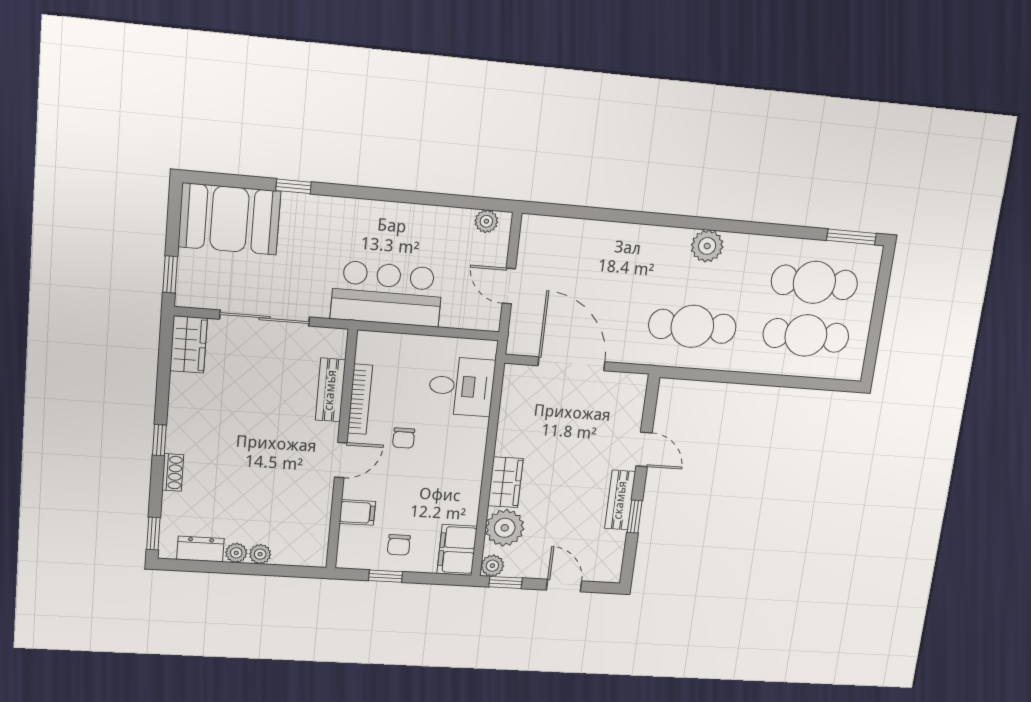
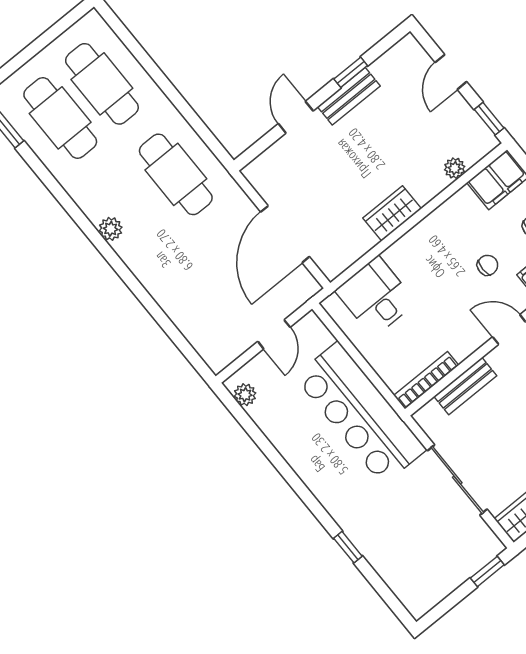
booth: (229, 219) -> (411, 568), removed
plant: (707, 246) -> (111, 229), width x0.73, depth x0.73
bar counter: (387, 294) -> (360, 413), width x1.36
bookcase: (360, 399) -> (426, 380), moved
chair: (404, 438) -> (488, 265), moved
wardrobe: (505, 482) -> (392, 213), moved
plant: (505, 528) -> (455, 168), width x0.53, depth x0.53
plant: (492, 566) -> (485, 141), removed

